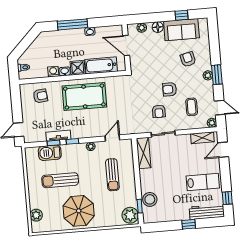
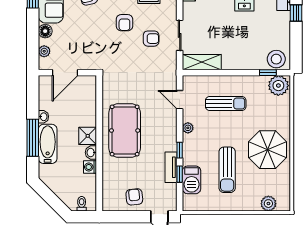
bathtub: (101, 65) -> (48, 144), moved, turned 180
armchair: (40, 96) -> (134, 197), moved
stool: (150, 199) -> (276, 59), moved

